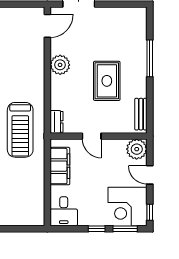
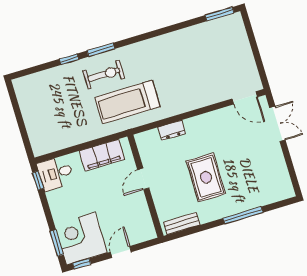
plant: (60, 65) -> (208, 123), removed
rug: (107, 81) -> (206, 177), turned 90
dresser: (57, 122) -> (172, 130), moved
plant: (137, 149) -> (144, 230), removed
window: (97, 229) -> (38, 181), moved

